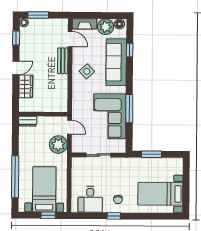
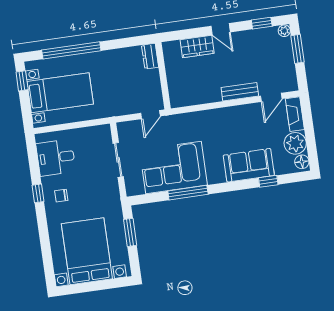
sofa: (116, 62) -> (249, 165), width x0.73
side table: (87, 71) -> (230, 127), removed
plant: (58, 145) -> (124, 103), removed
bed with nightstands: (160, 194) -> (87, 251), width x1.36
window: (48, 215) -> (22, 81), moved

